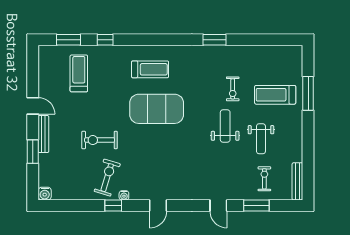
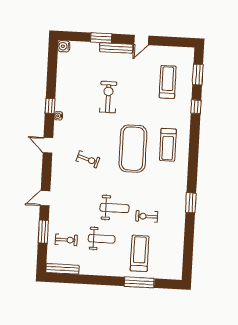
treadmill: (79, 73) -> (168, 82), turned -90
weight bench: (261, 139) -> (102, 239), turned 180
exercise bike: (107, 178) -> (88, 159), moved, width x0.73, depth x0.72

